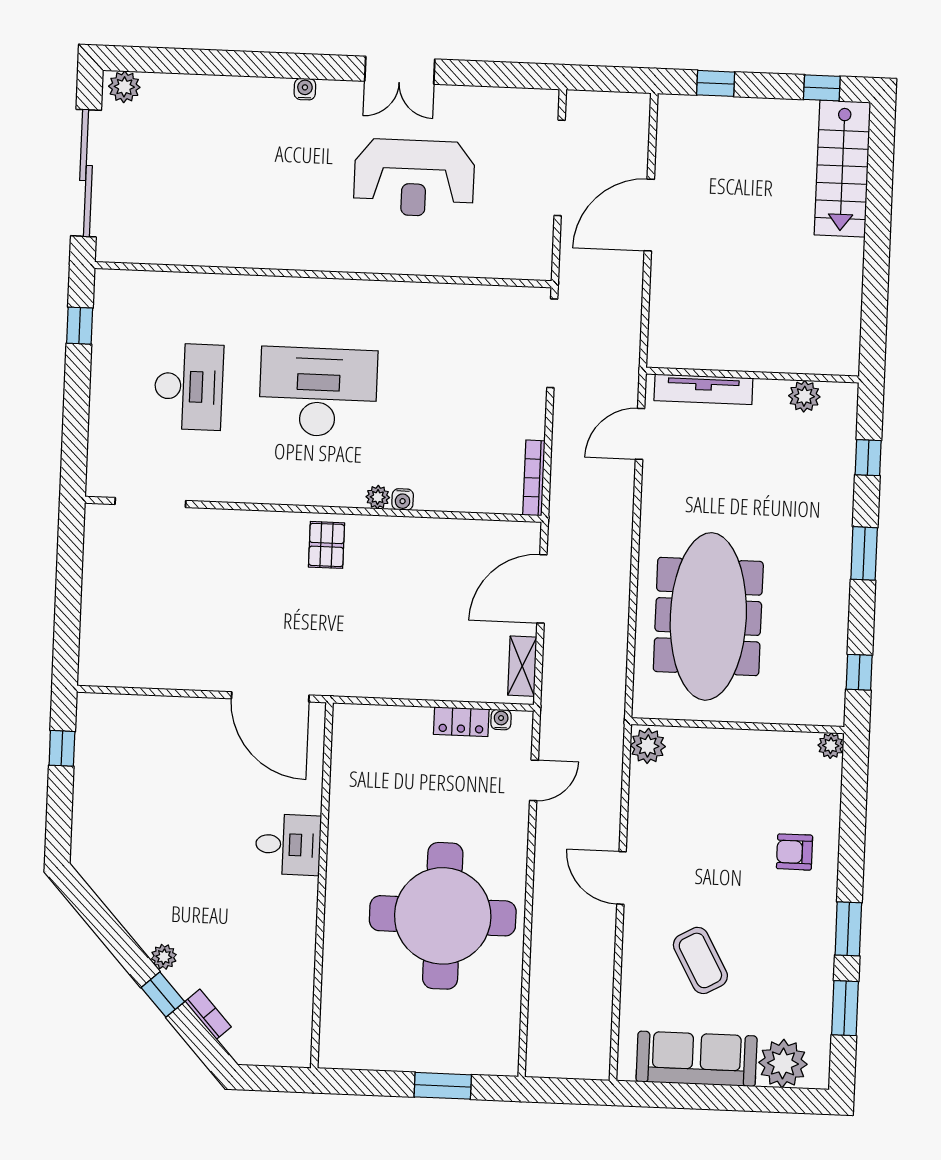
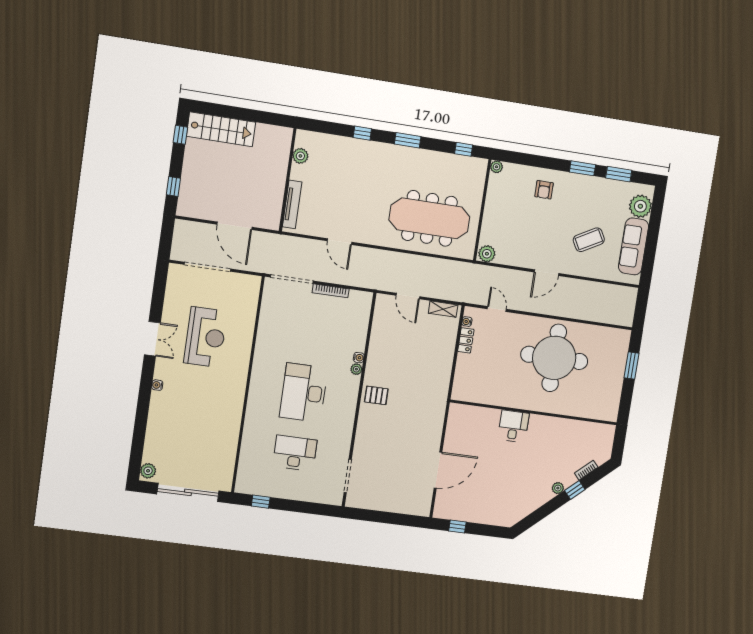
wall: (752, 375) -> (288, 180), moved
tv unit: (703, 389) -> (292, 204), moved
plant: (804, 396) -> (300, 156), moved
bookcase: (534, 478) -> (331, 291), moved
door: (542, 589) -> (408, 296), width x0.73
door: (270, 697) -> (438, 470), moved

